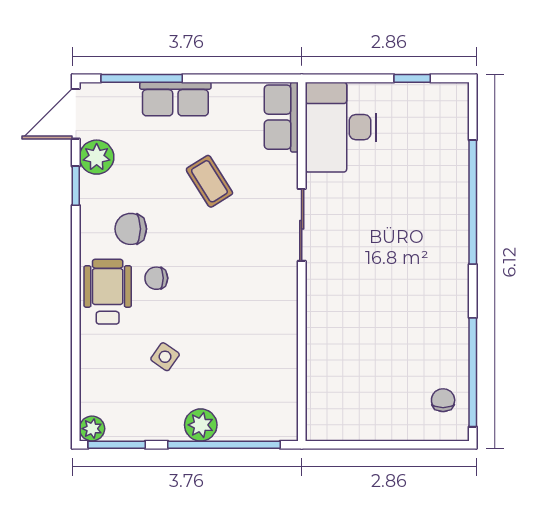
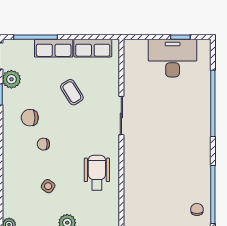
row of seats: (281, 117) -> (93, 48), moved, turned -90
desk: (341, 127) -> (173, 58), moved, turned 90
wheelchair: (108, 292) -> (97, 173), moved

